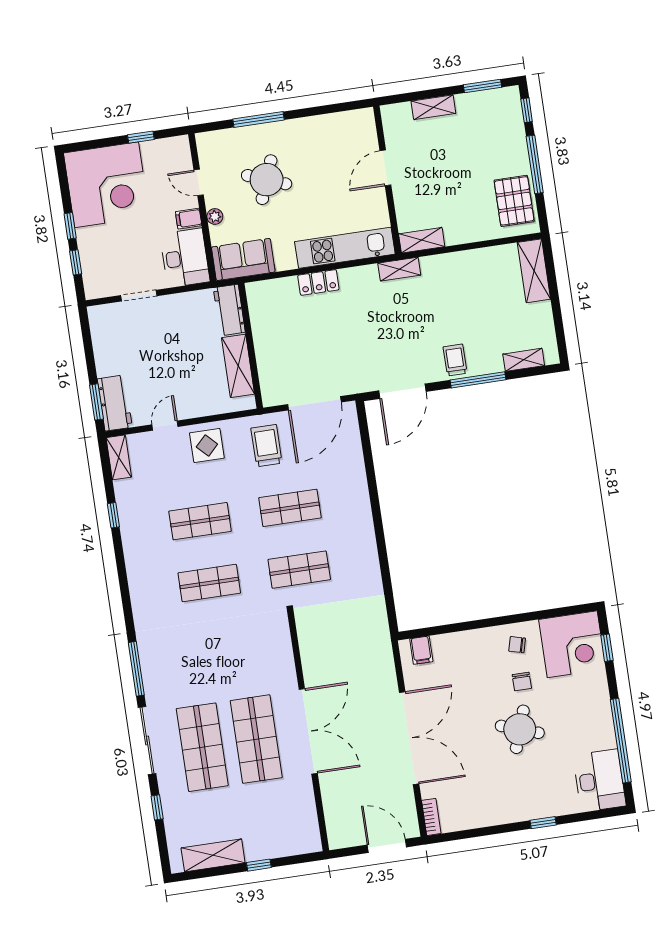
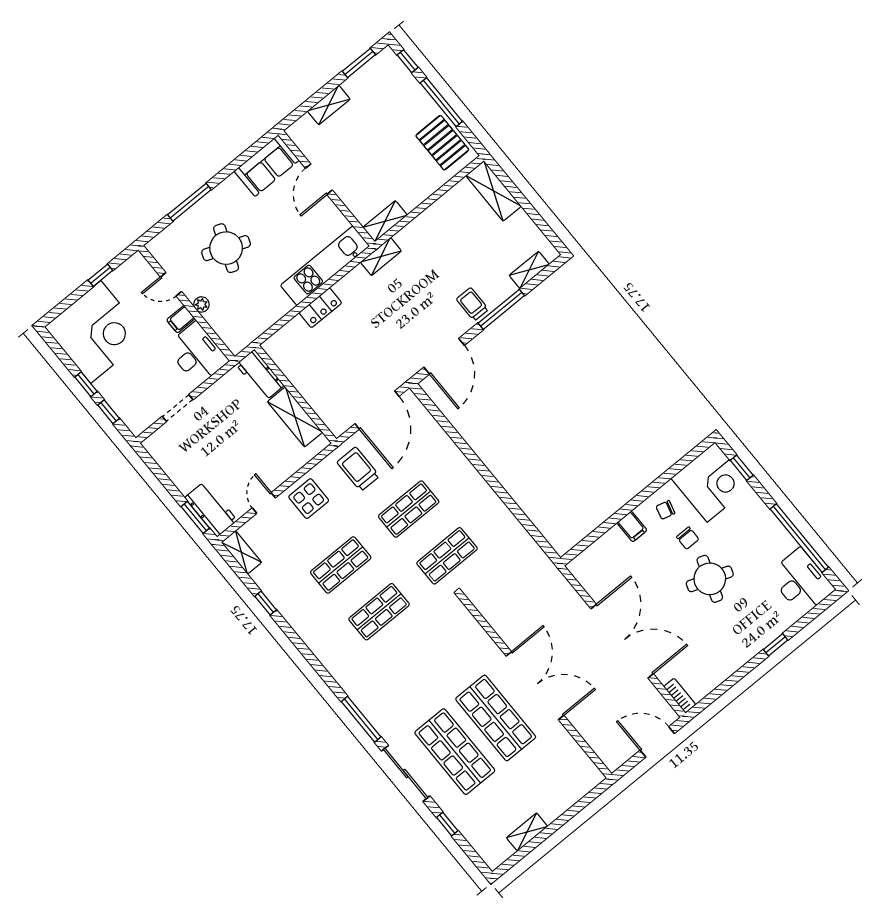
sofa: (243, 259) -> (267, 166), moved, turned 180
filing cabinet: (421, 650) -> (632, 526), moved
shelving: (213, 855) -> (527, 832), width x0.67, depth x0.75
window: (259, 865) -> (561, 821), removed

